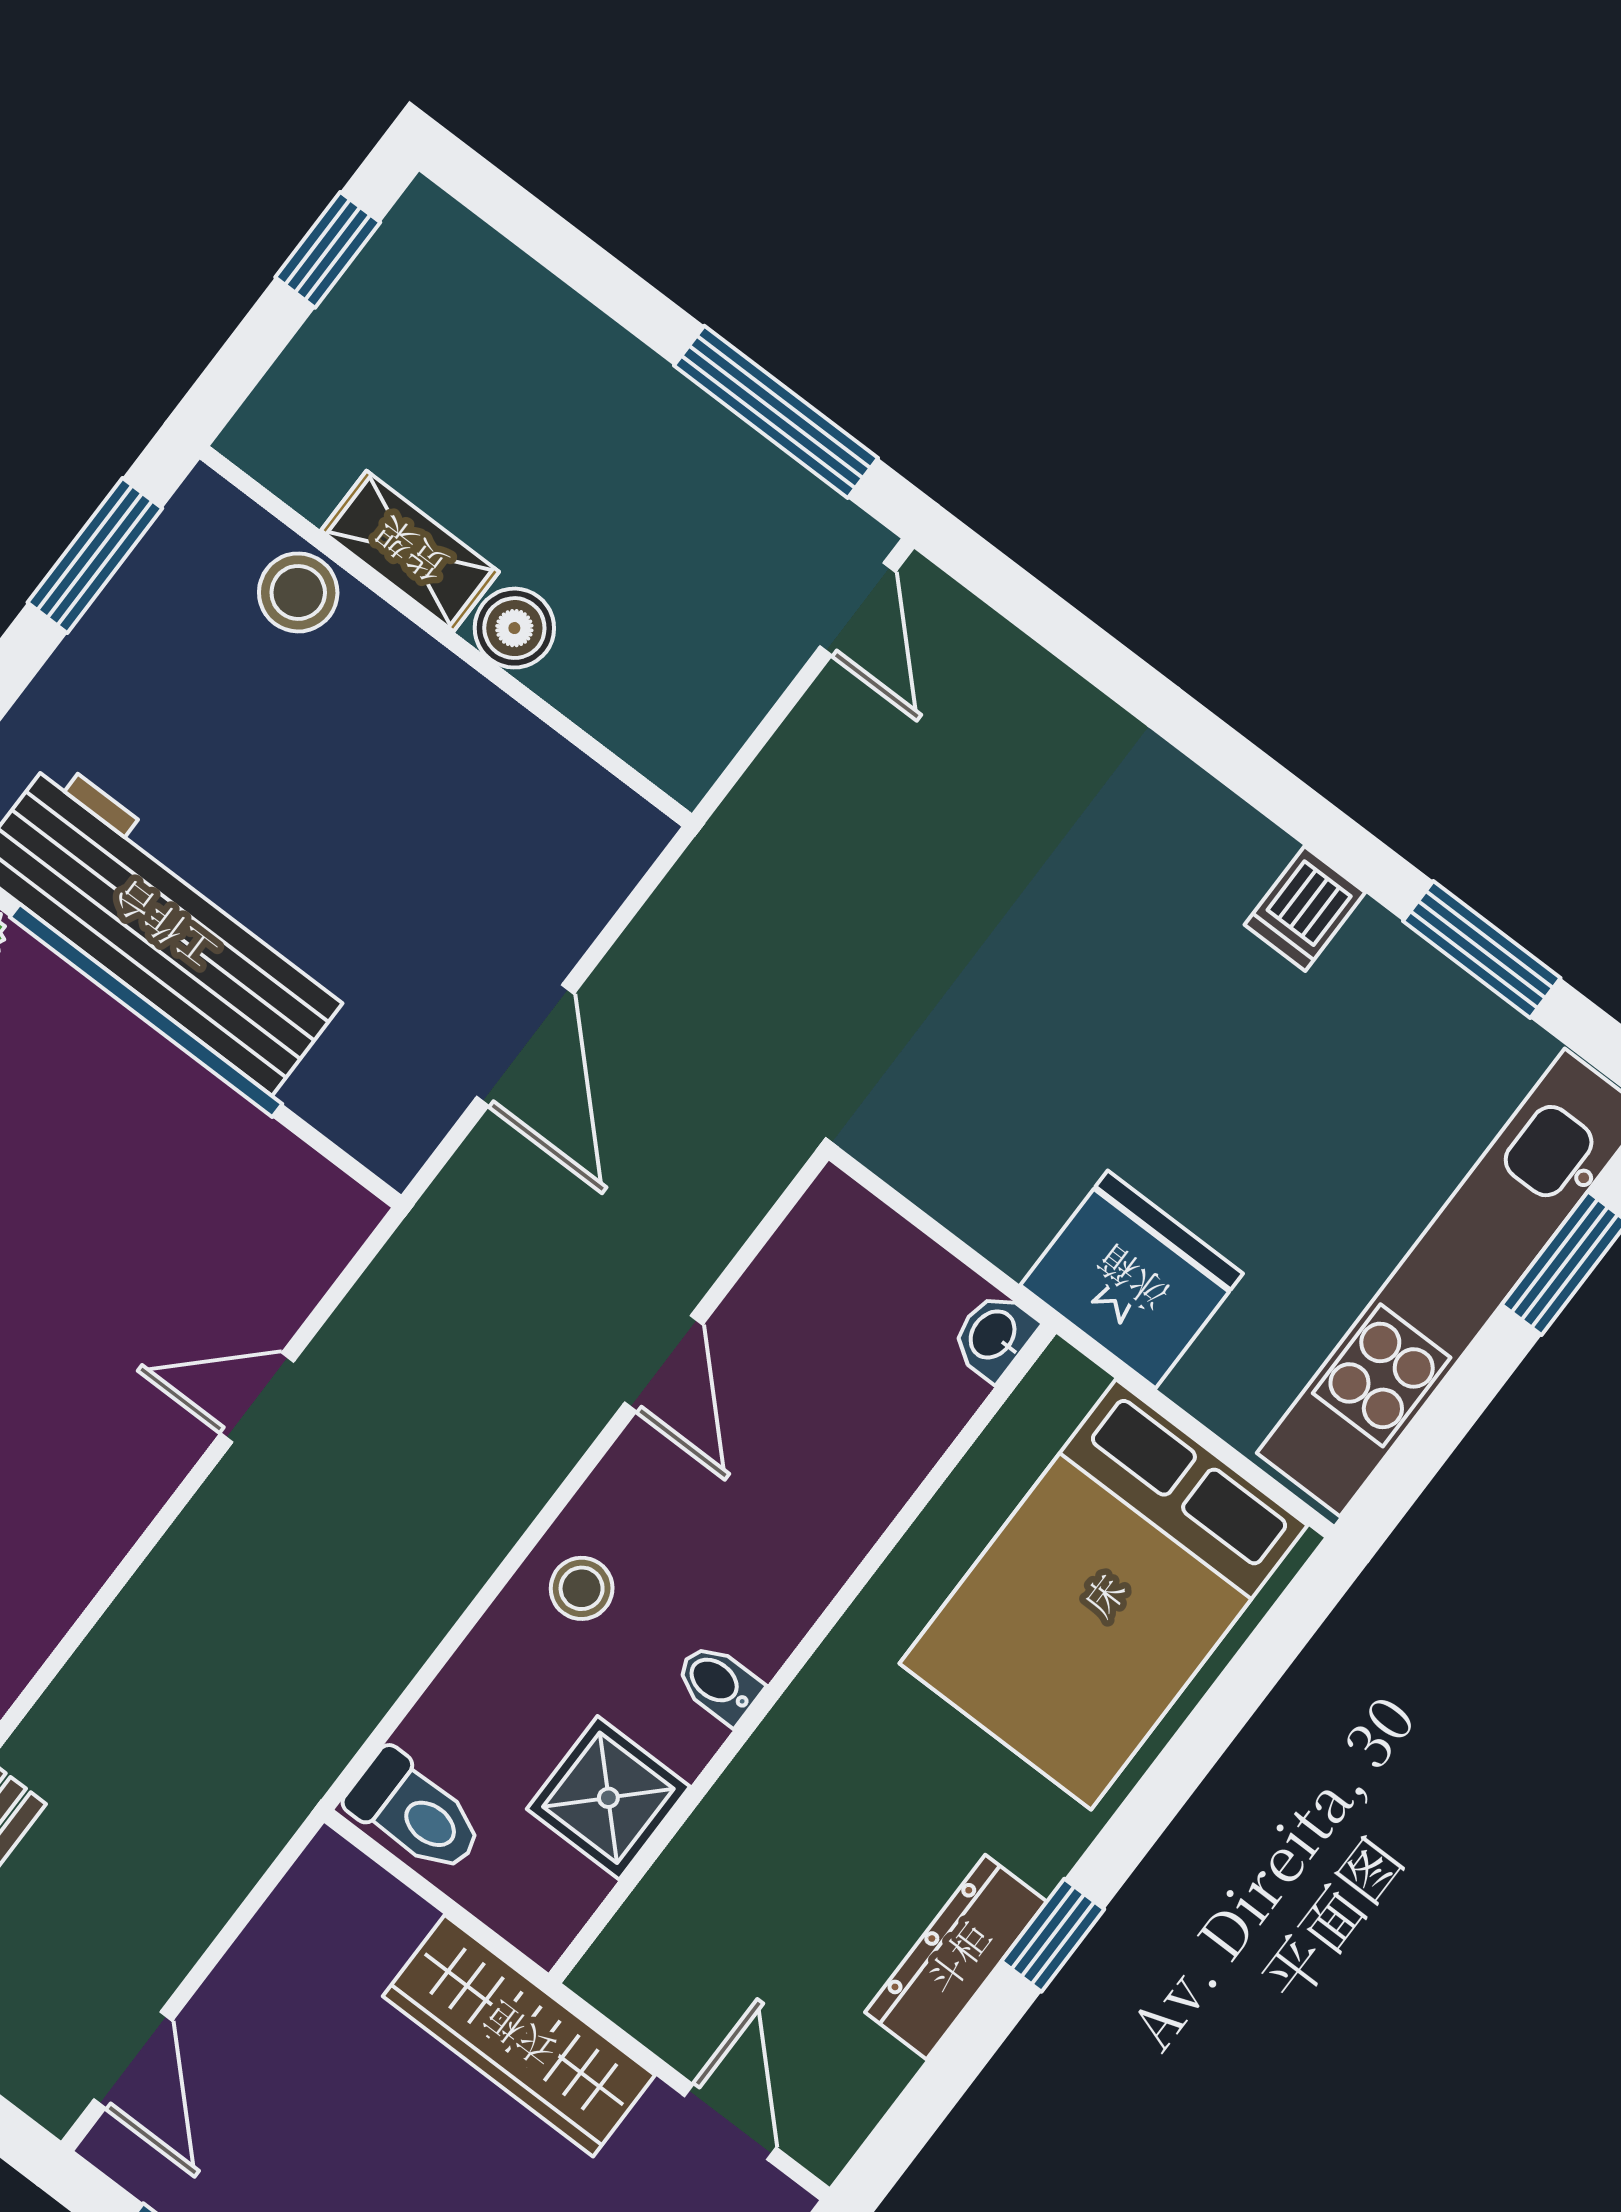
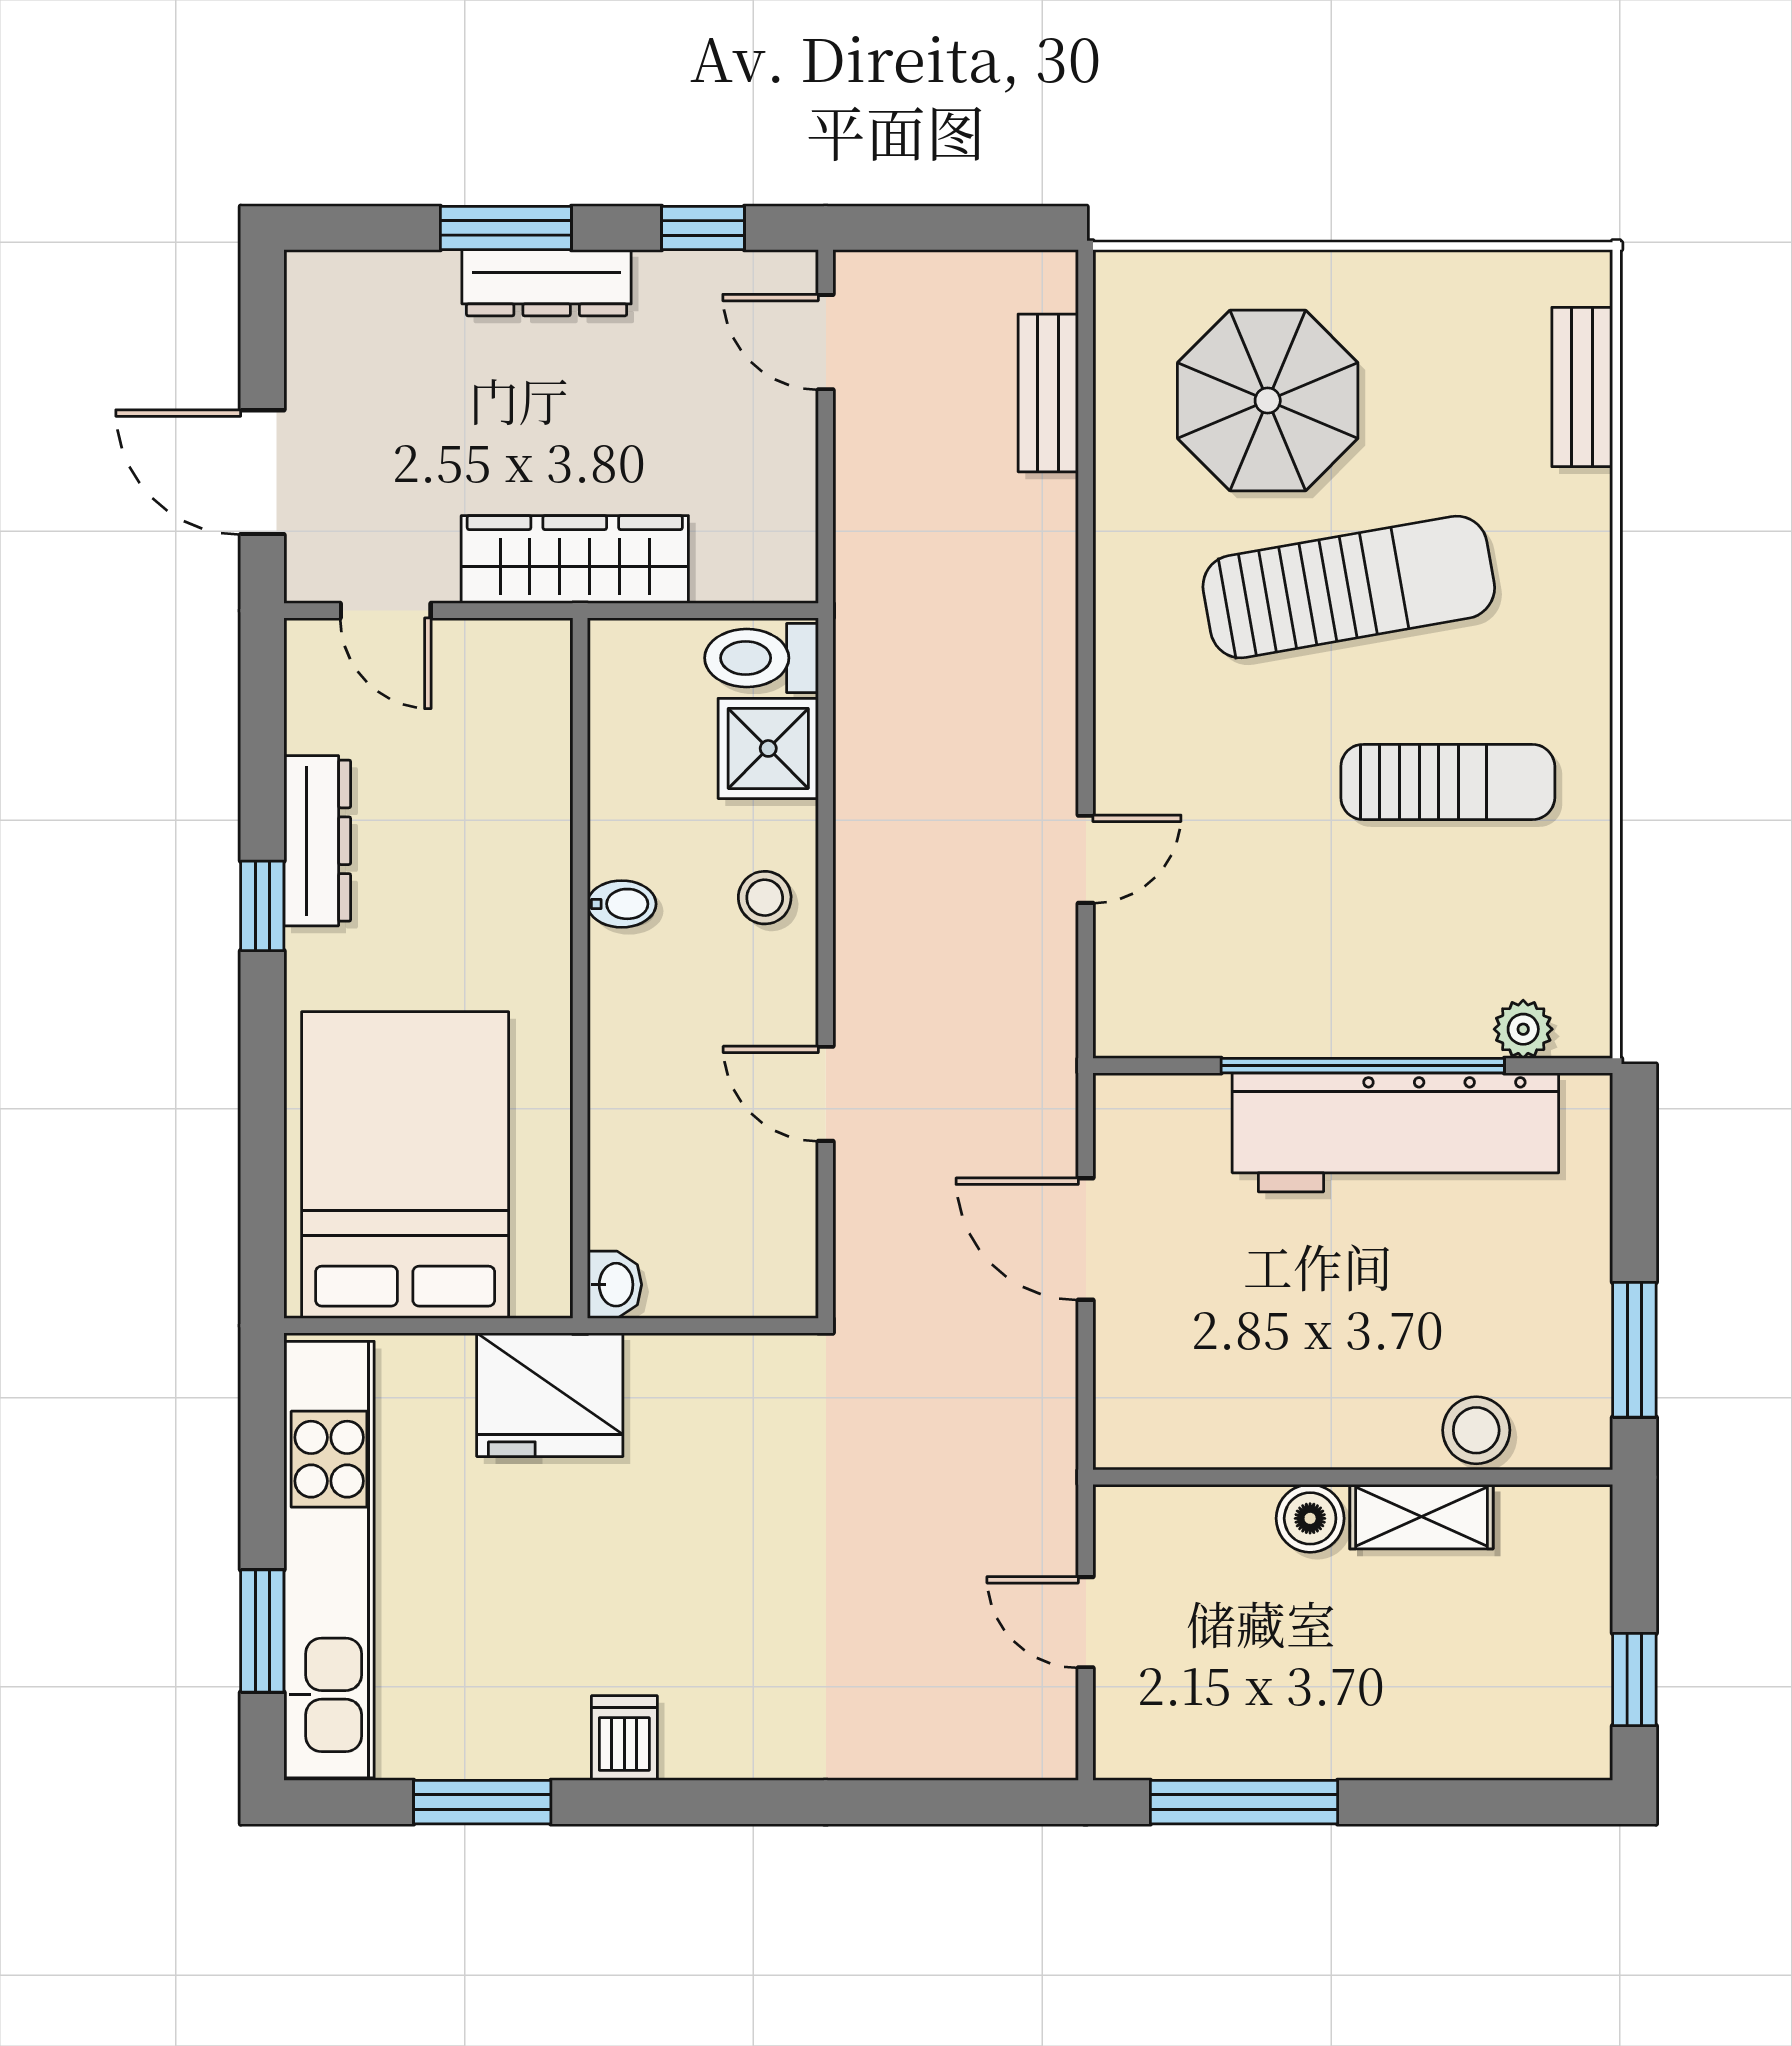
door: (858, 609) -> (1086, 1622), moved
shower: (608, 1798) -> (768, 748), moved

